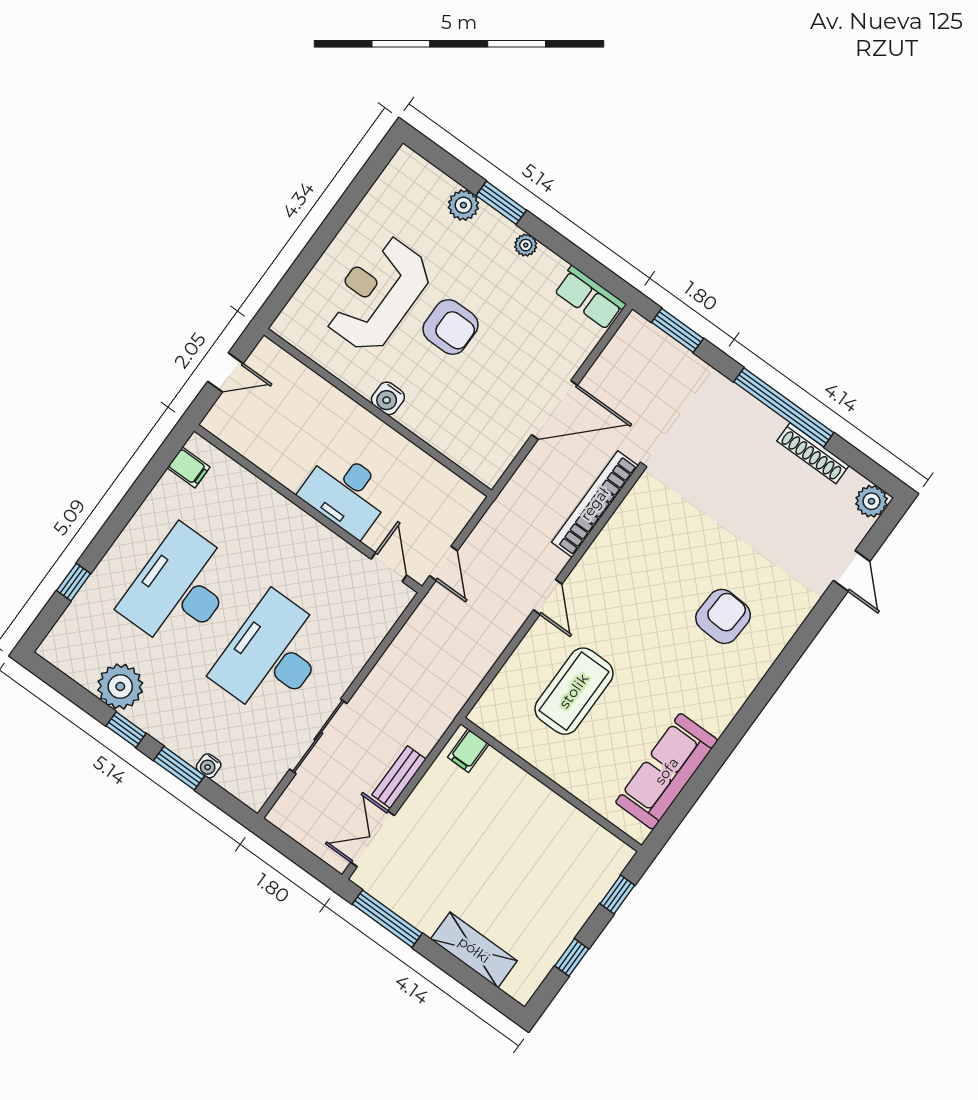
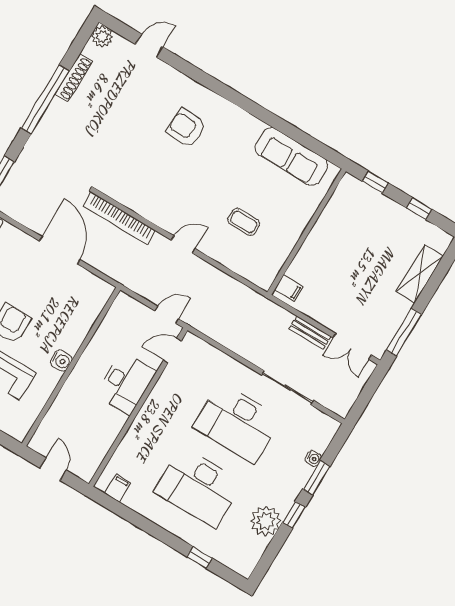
coffee table: (574, 691) -> (244, 222), width x0.54, depth x0.58

